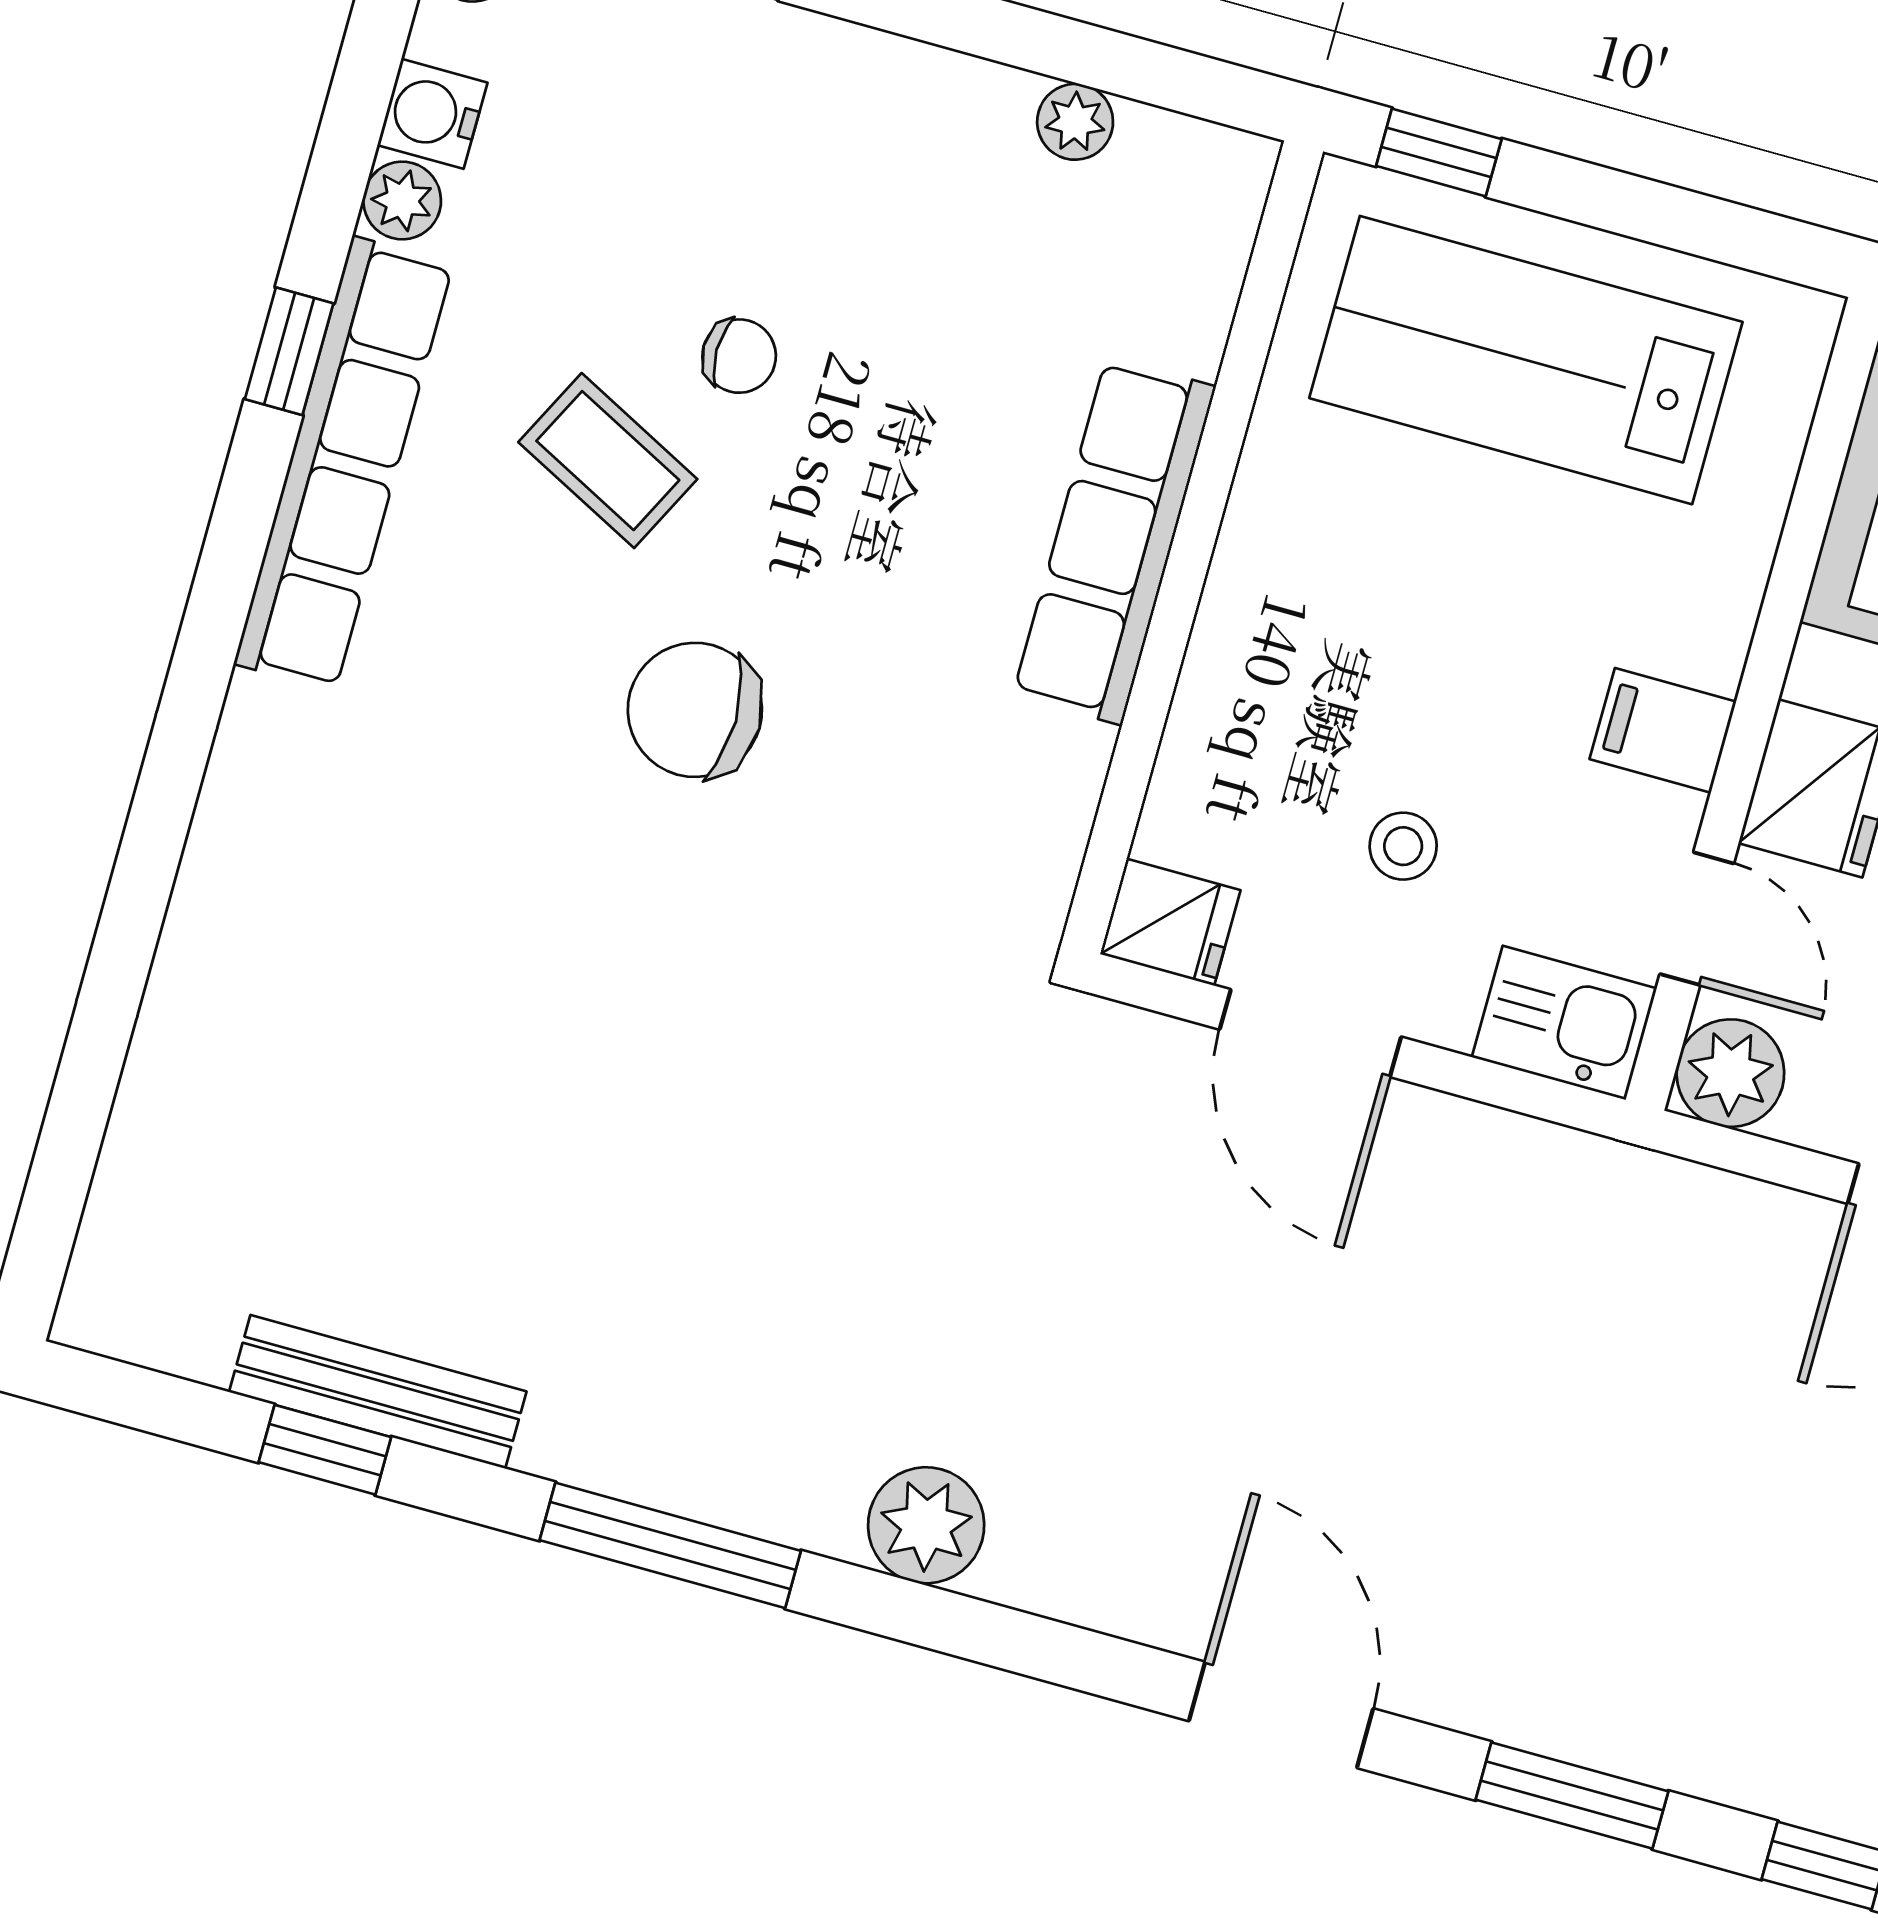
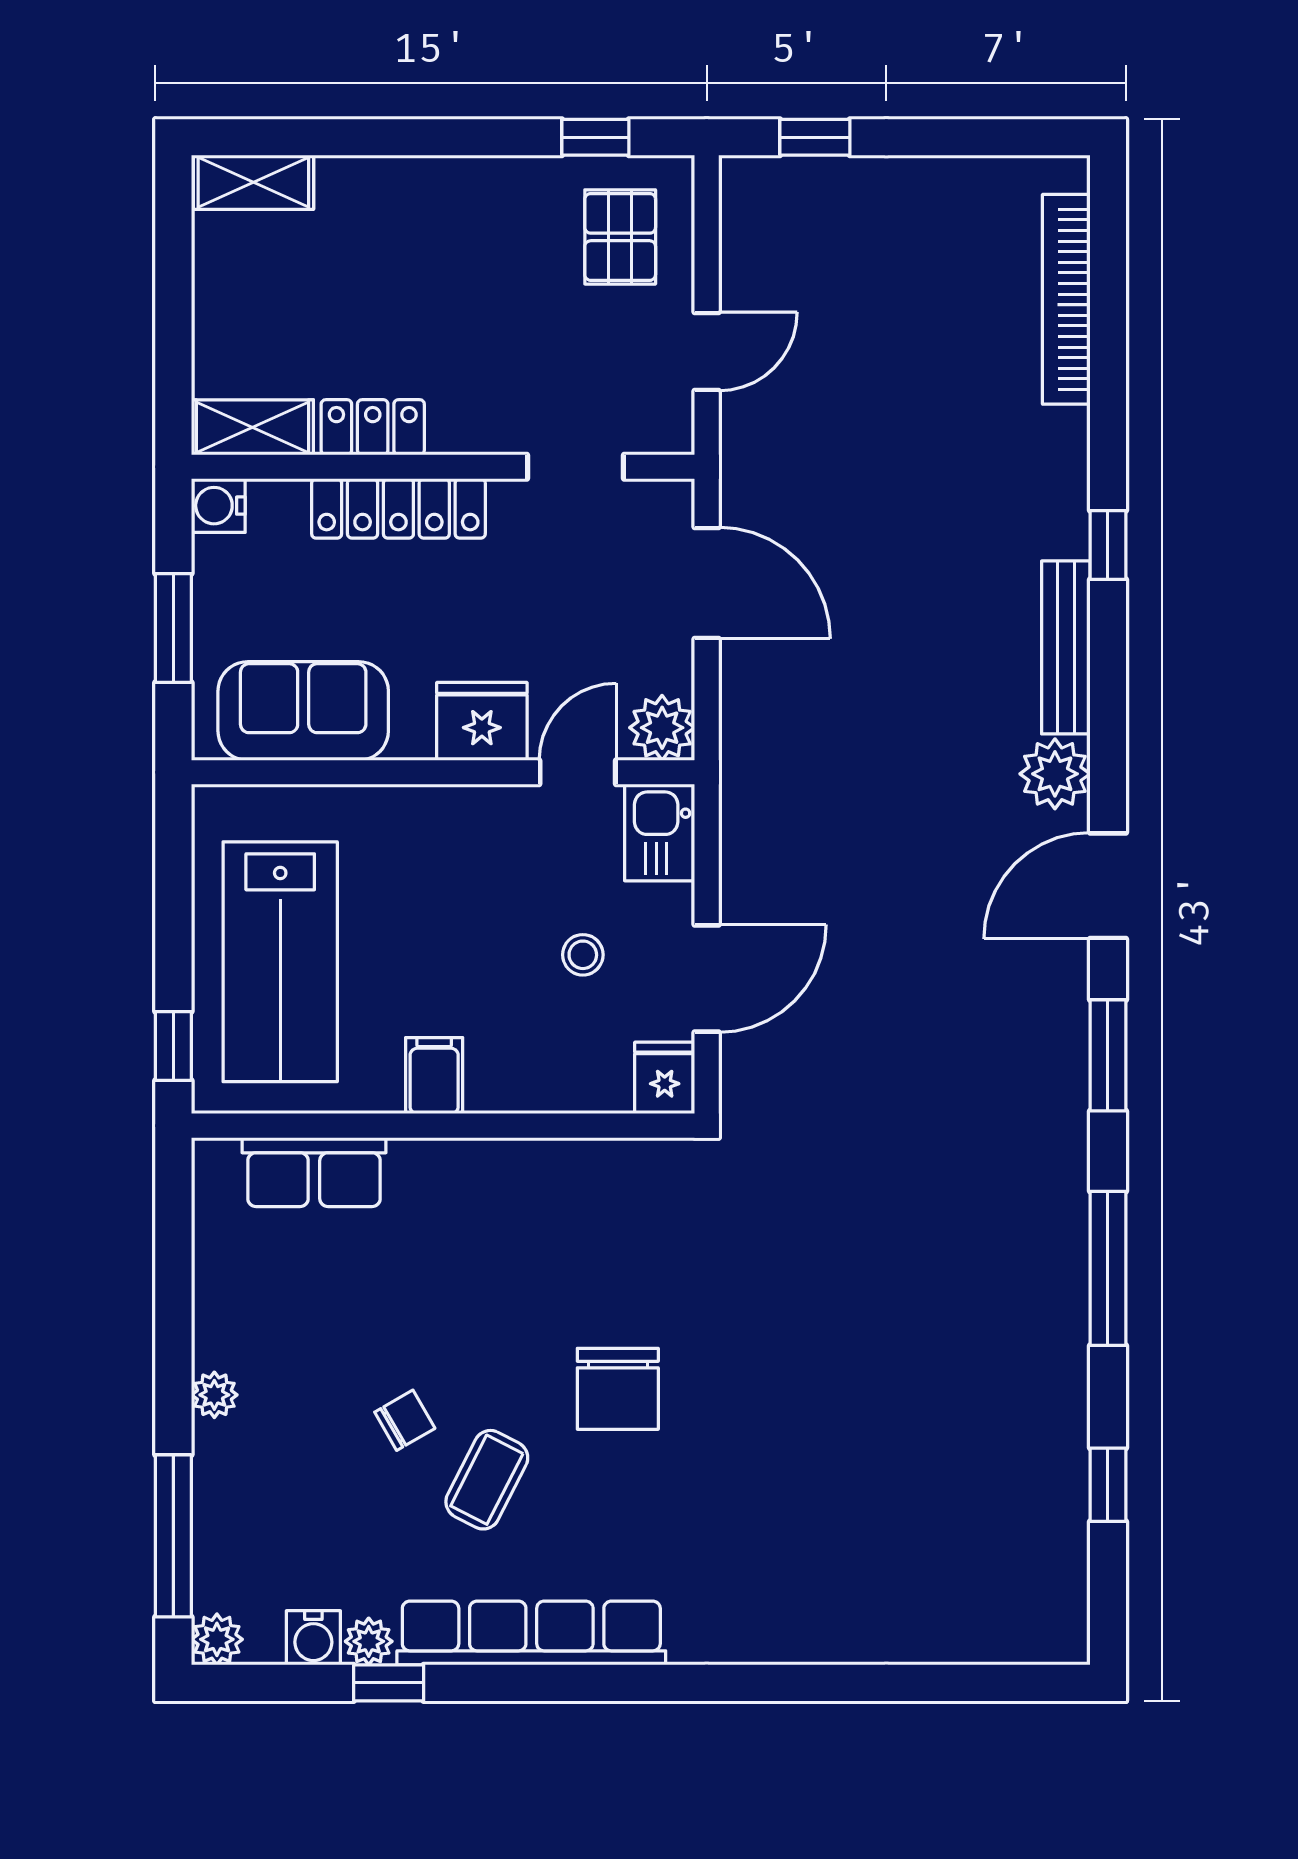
plant: (1075, 122) -> (214, 1395), moved
window: (289, 351) -> (389, 1683), moved
chair: (739, 356) -> (405, 1420), turned 60
row of seats: (1114, 541) -> (314, 1172), moved, width x0.68
filing cabinet: (1663, 730) -> (434, 1076), moved, turned 180
bench: (378, 1392) -> (1066, 647), moved
plant: (926, 1525) -> (1055, 774), moved
window: (1572, 1796) -> (1108, 1055), moved

